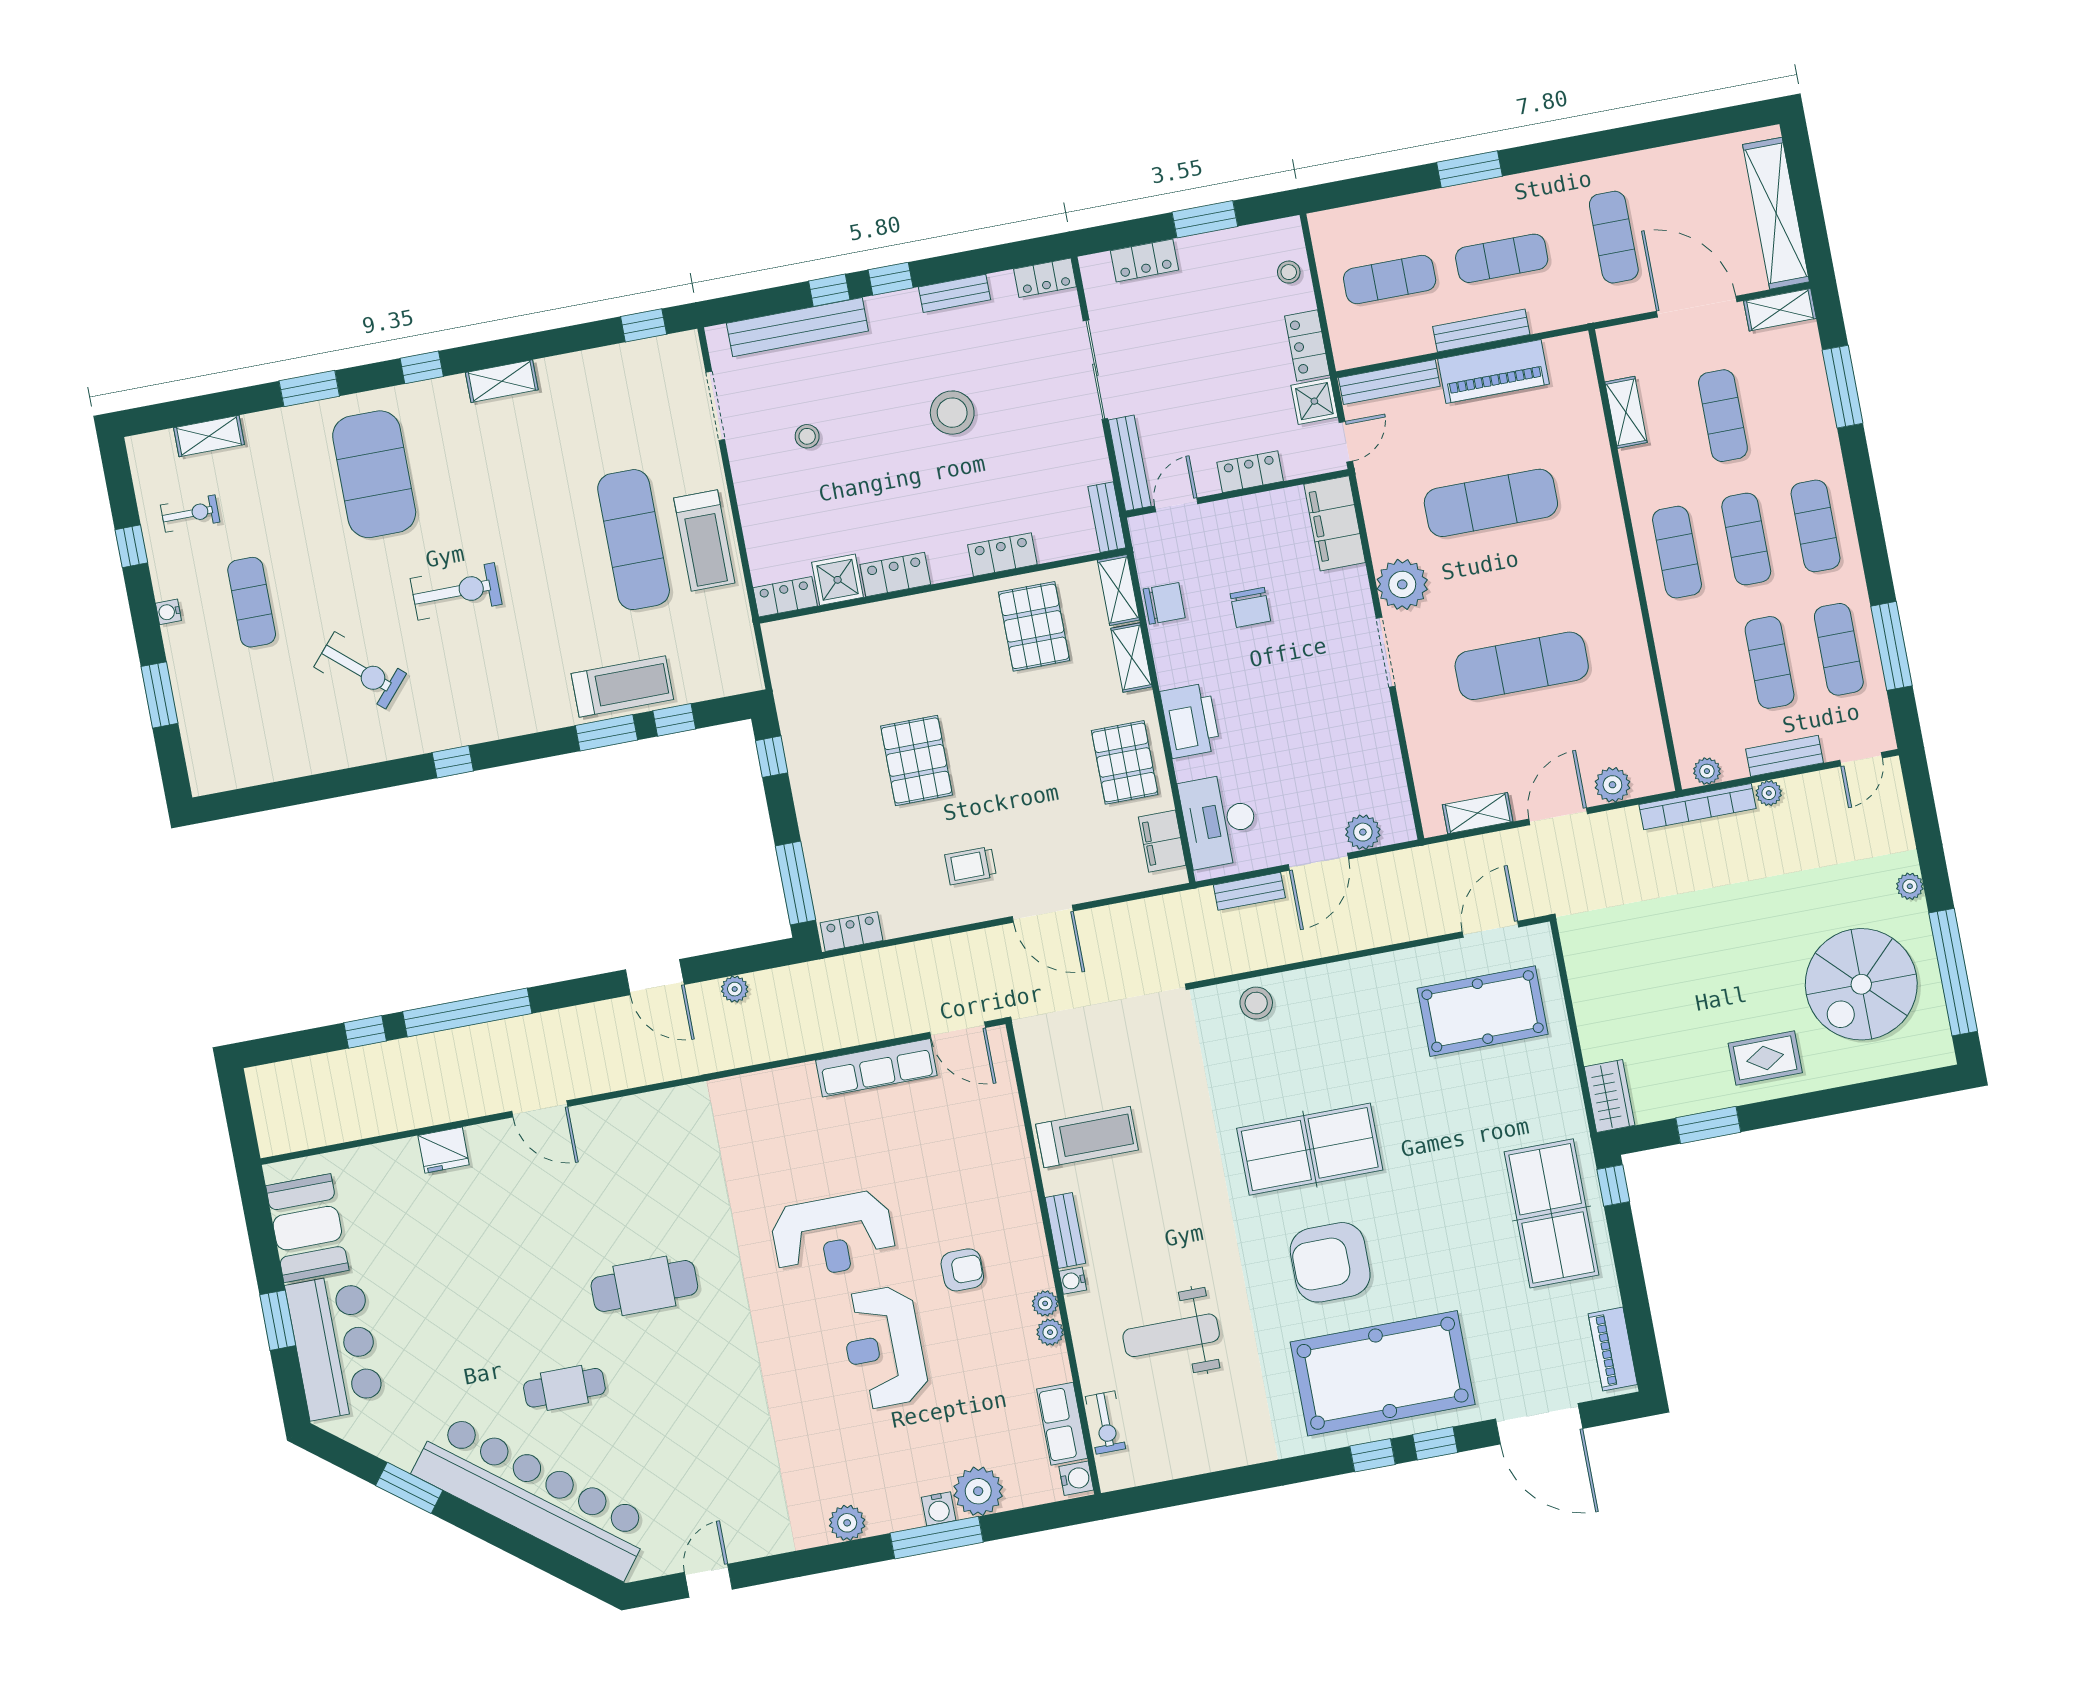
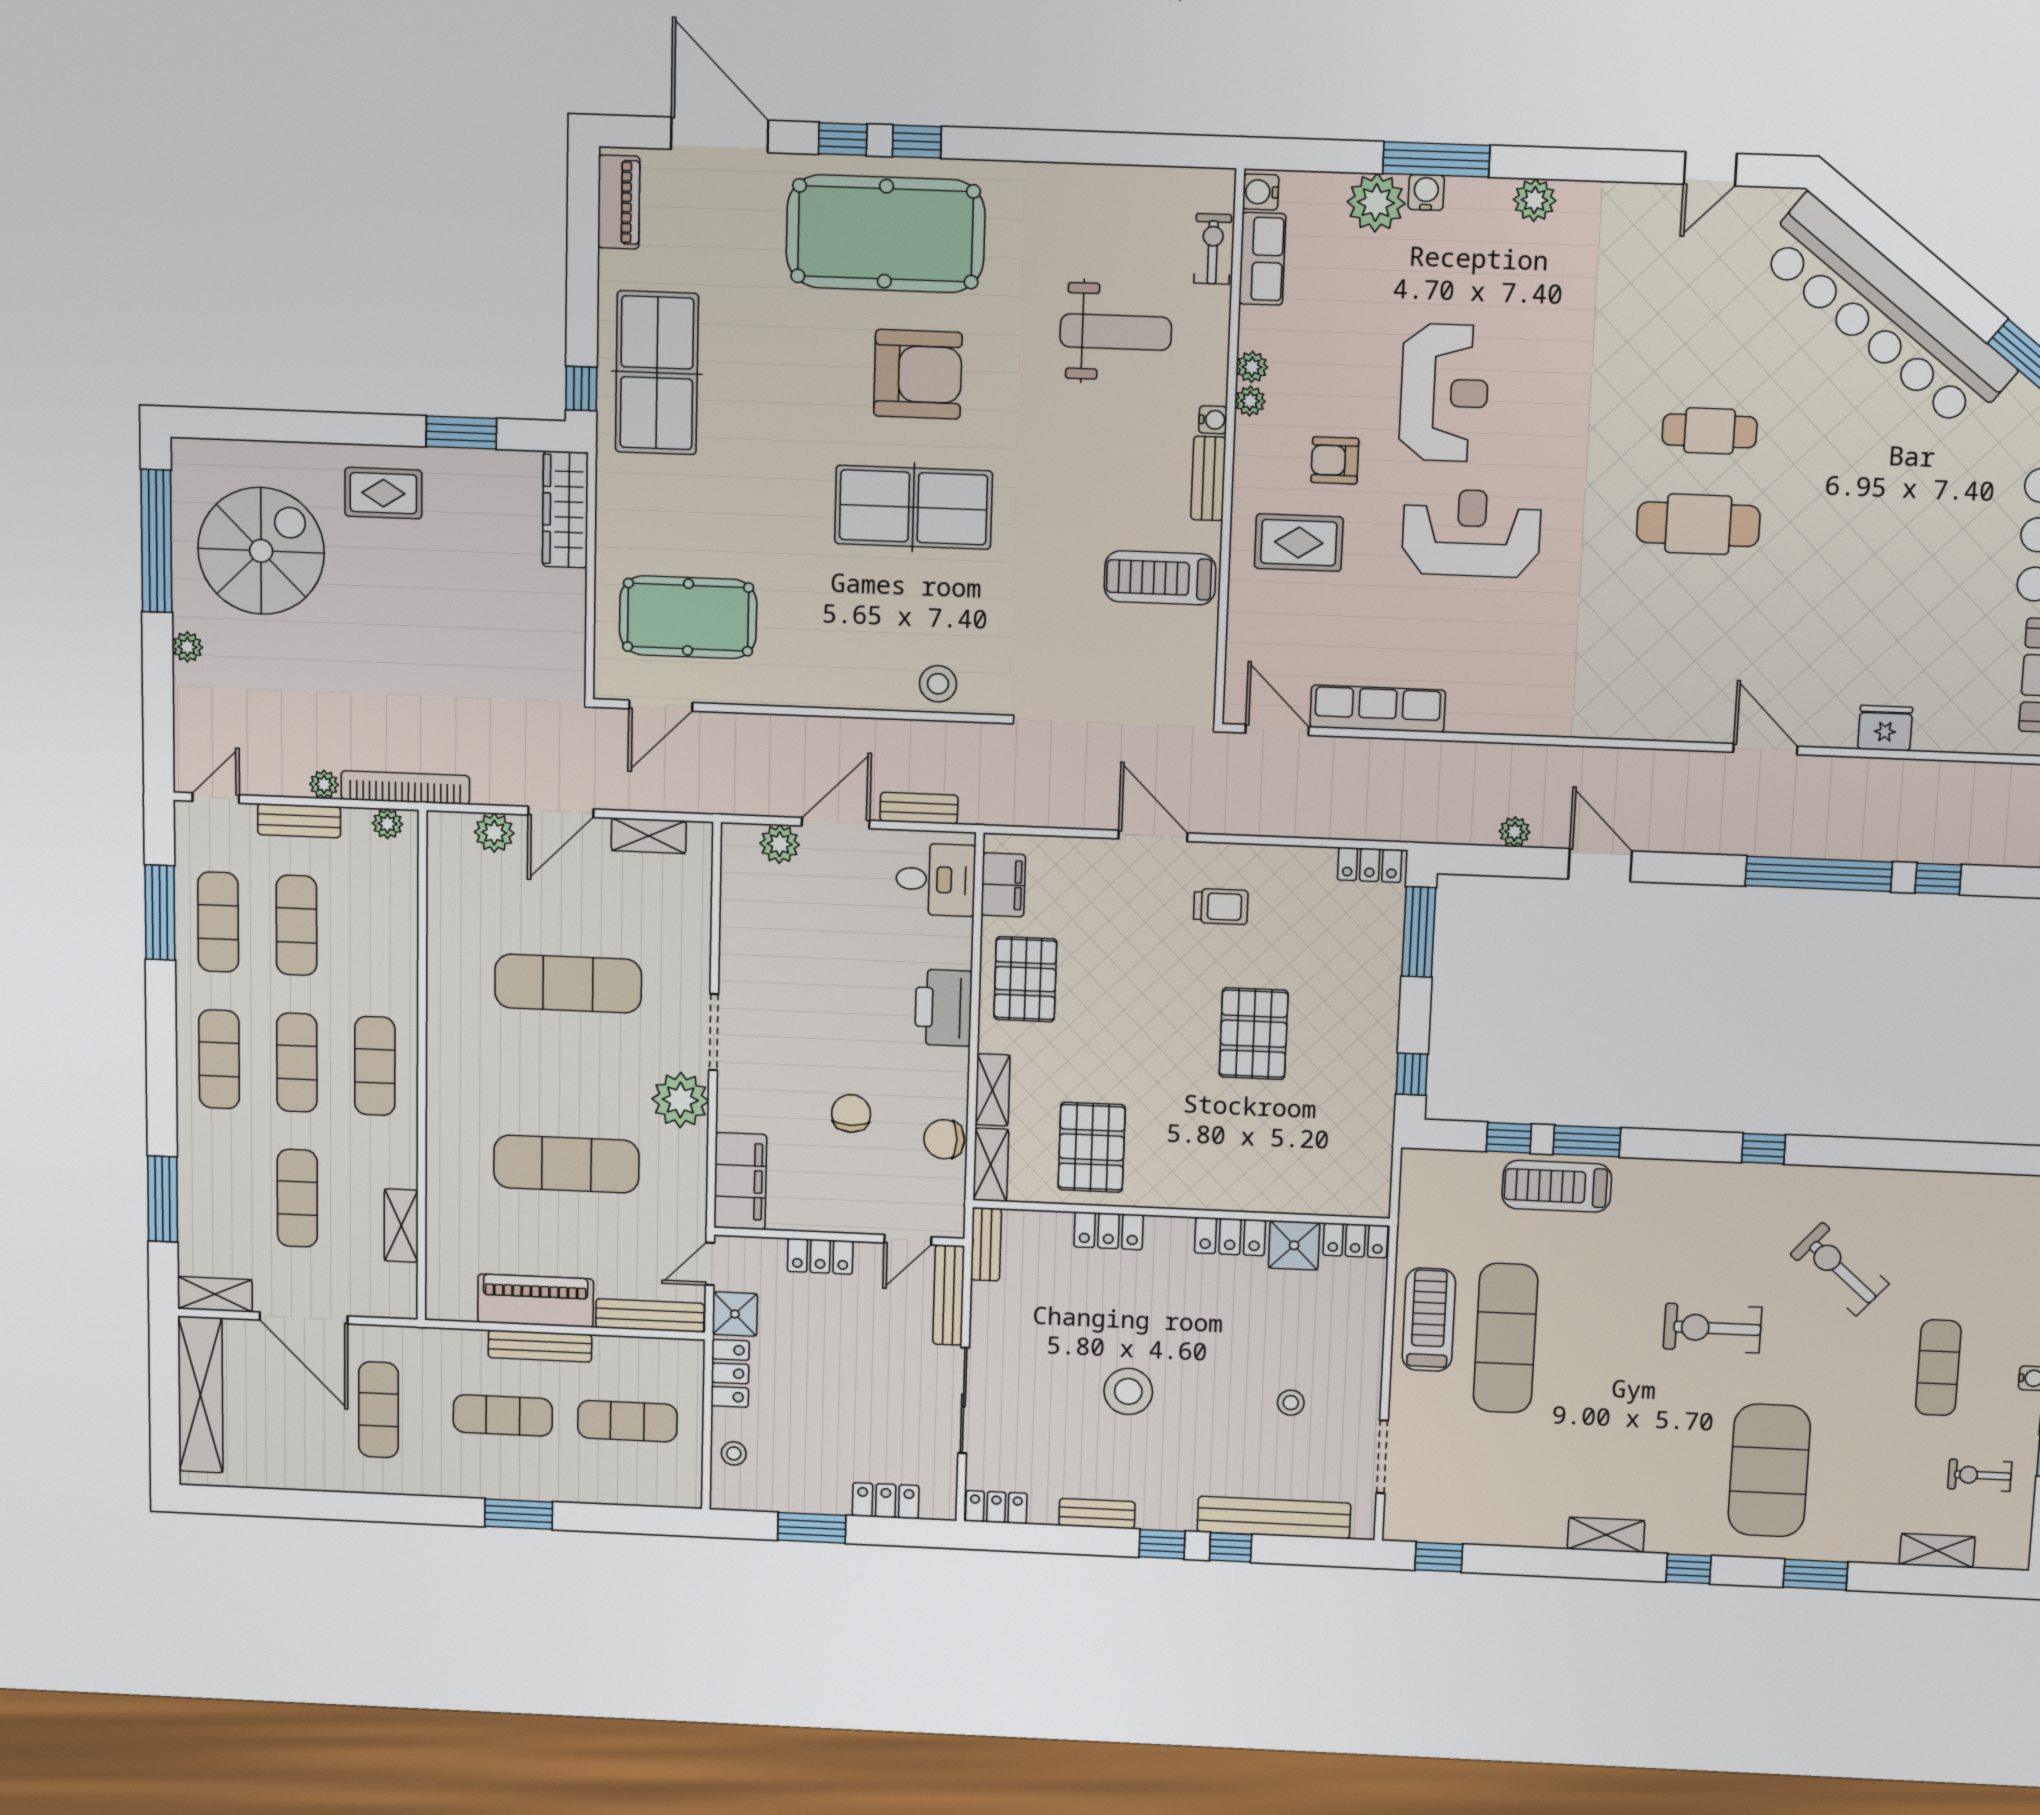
desk: (1219, 820) -> (936, 879), width x0.73
wardrobe: (1609, 1096) -> (565, 510), width x1.50
rug: (977, 1194) -> (1299, 543), added
cafe table: (564, 1388) -> (1710, 431), moved

